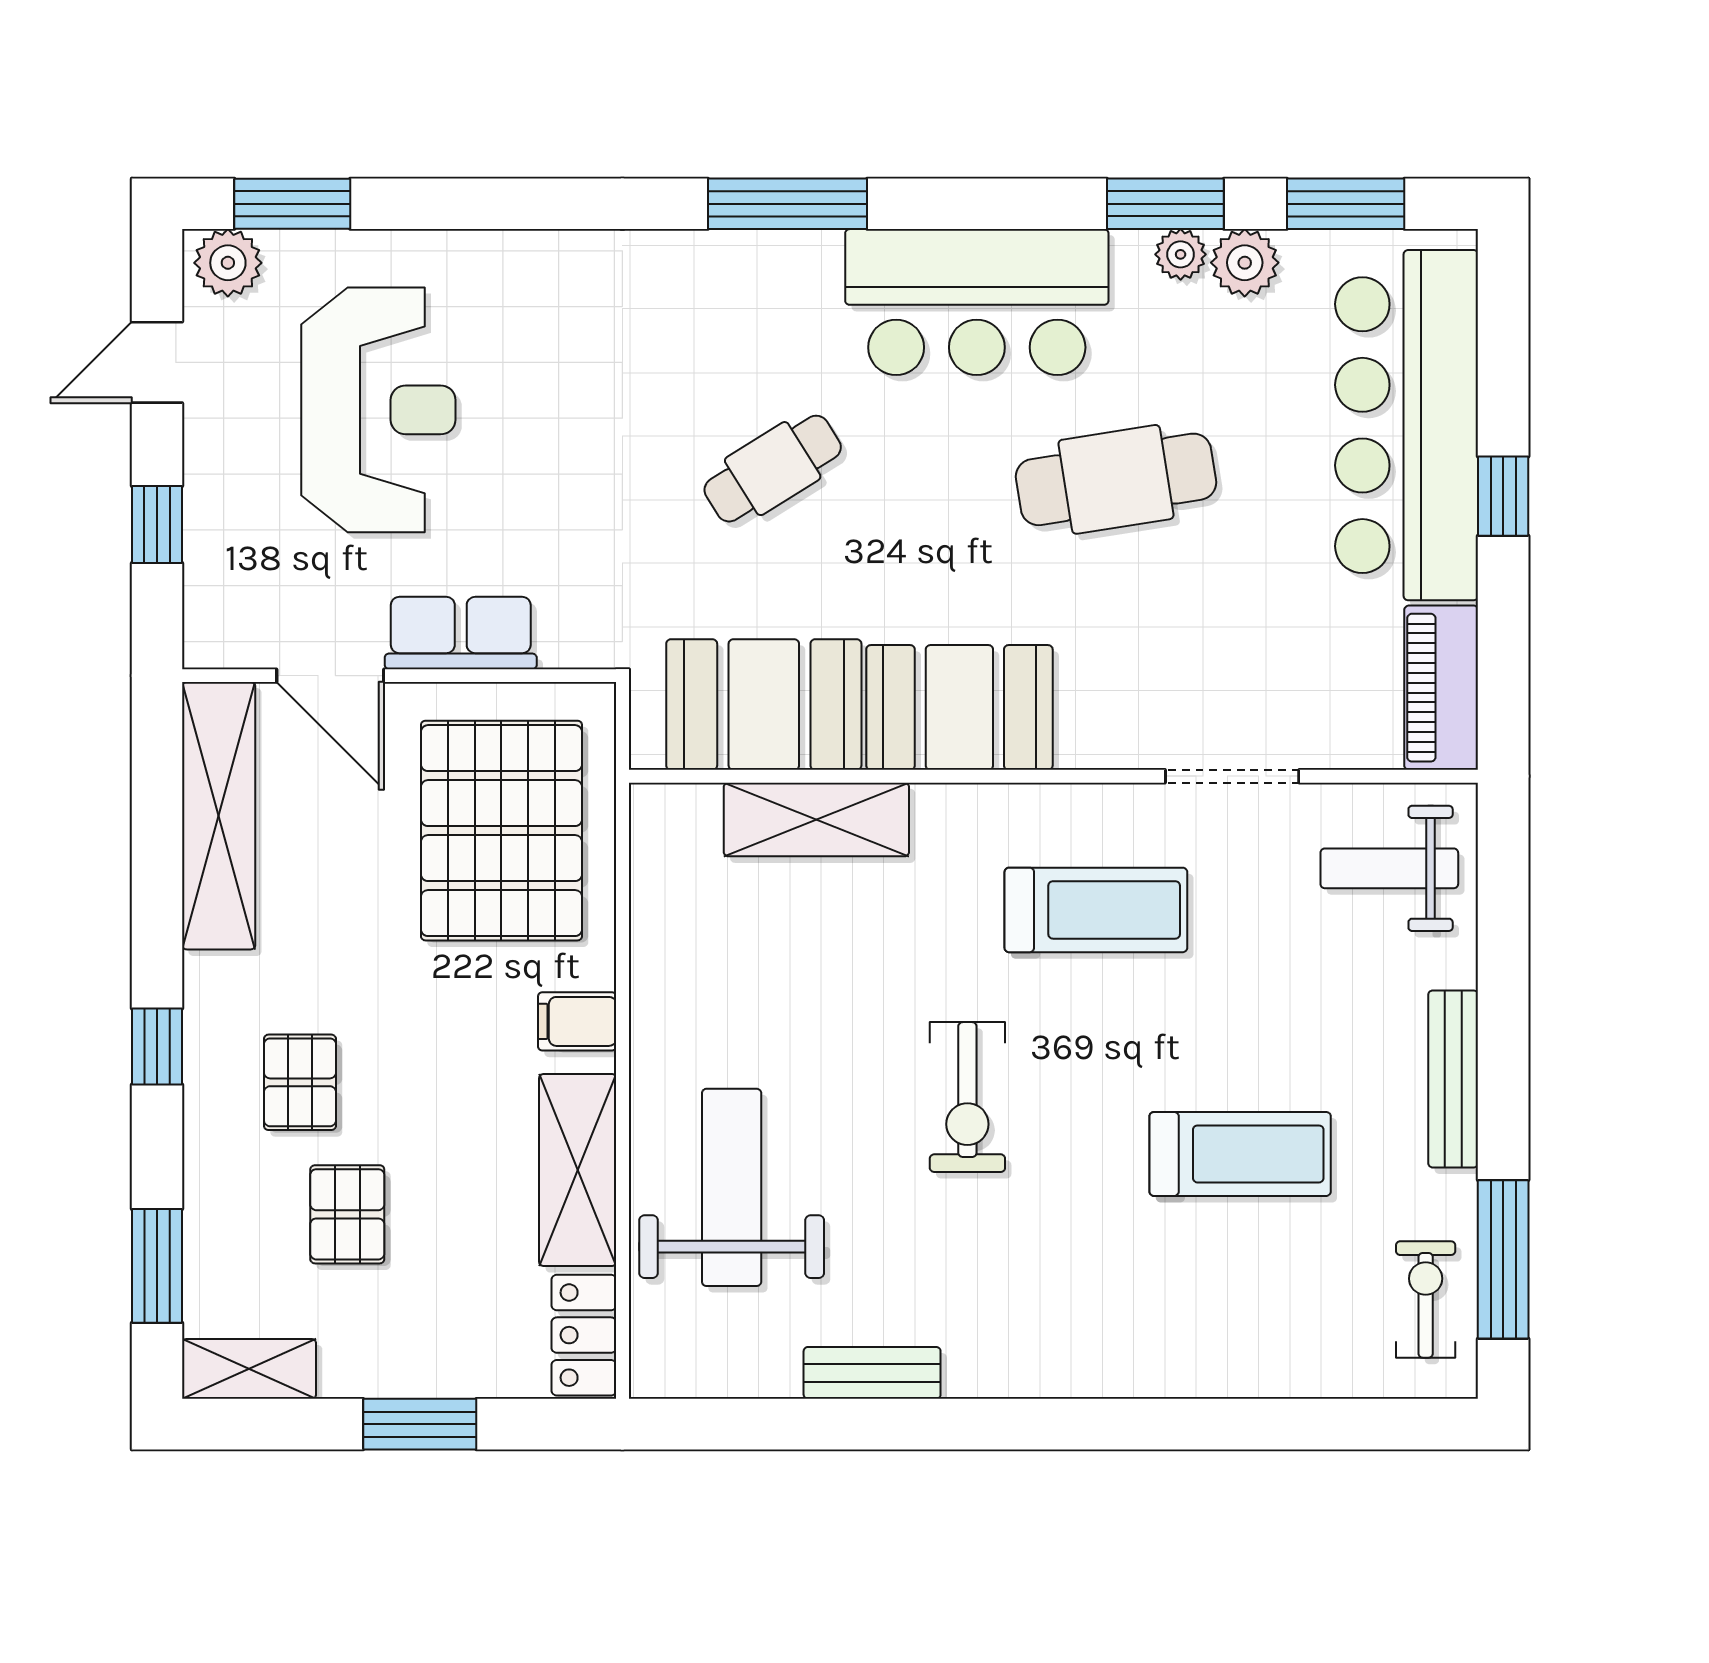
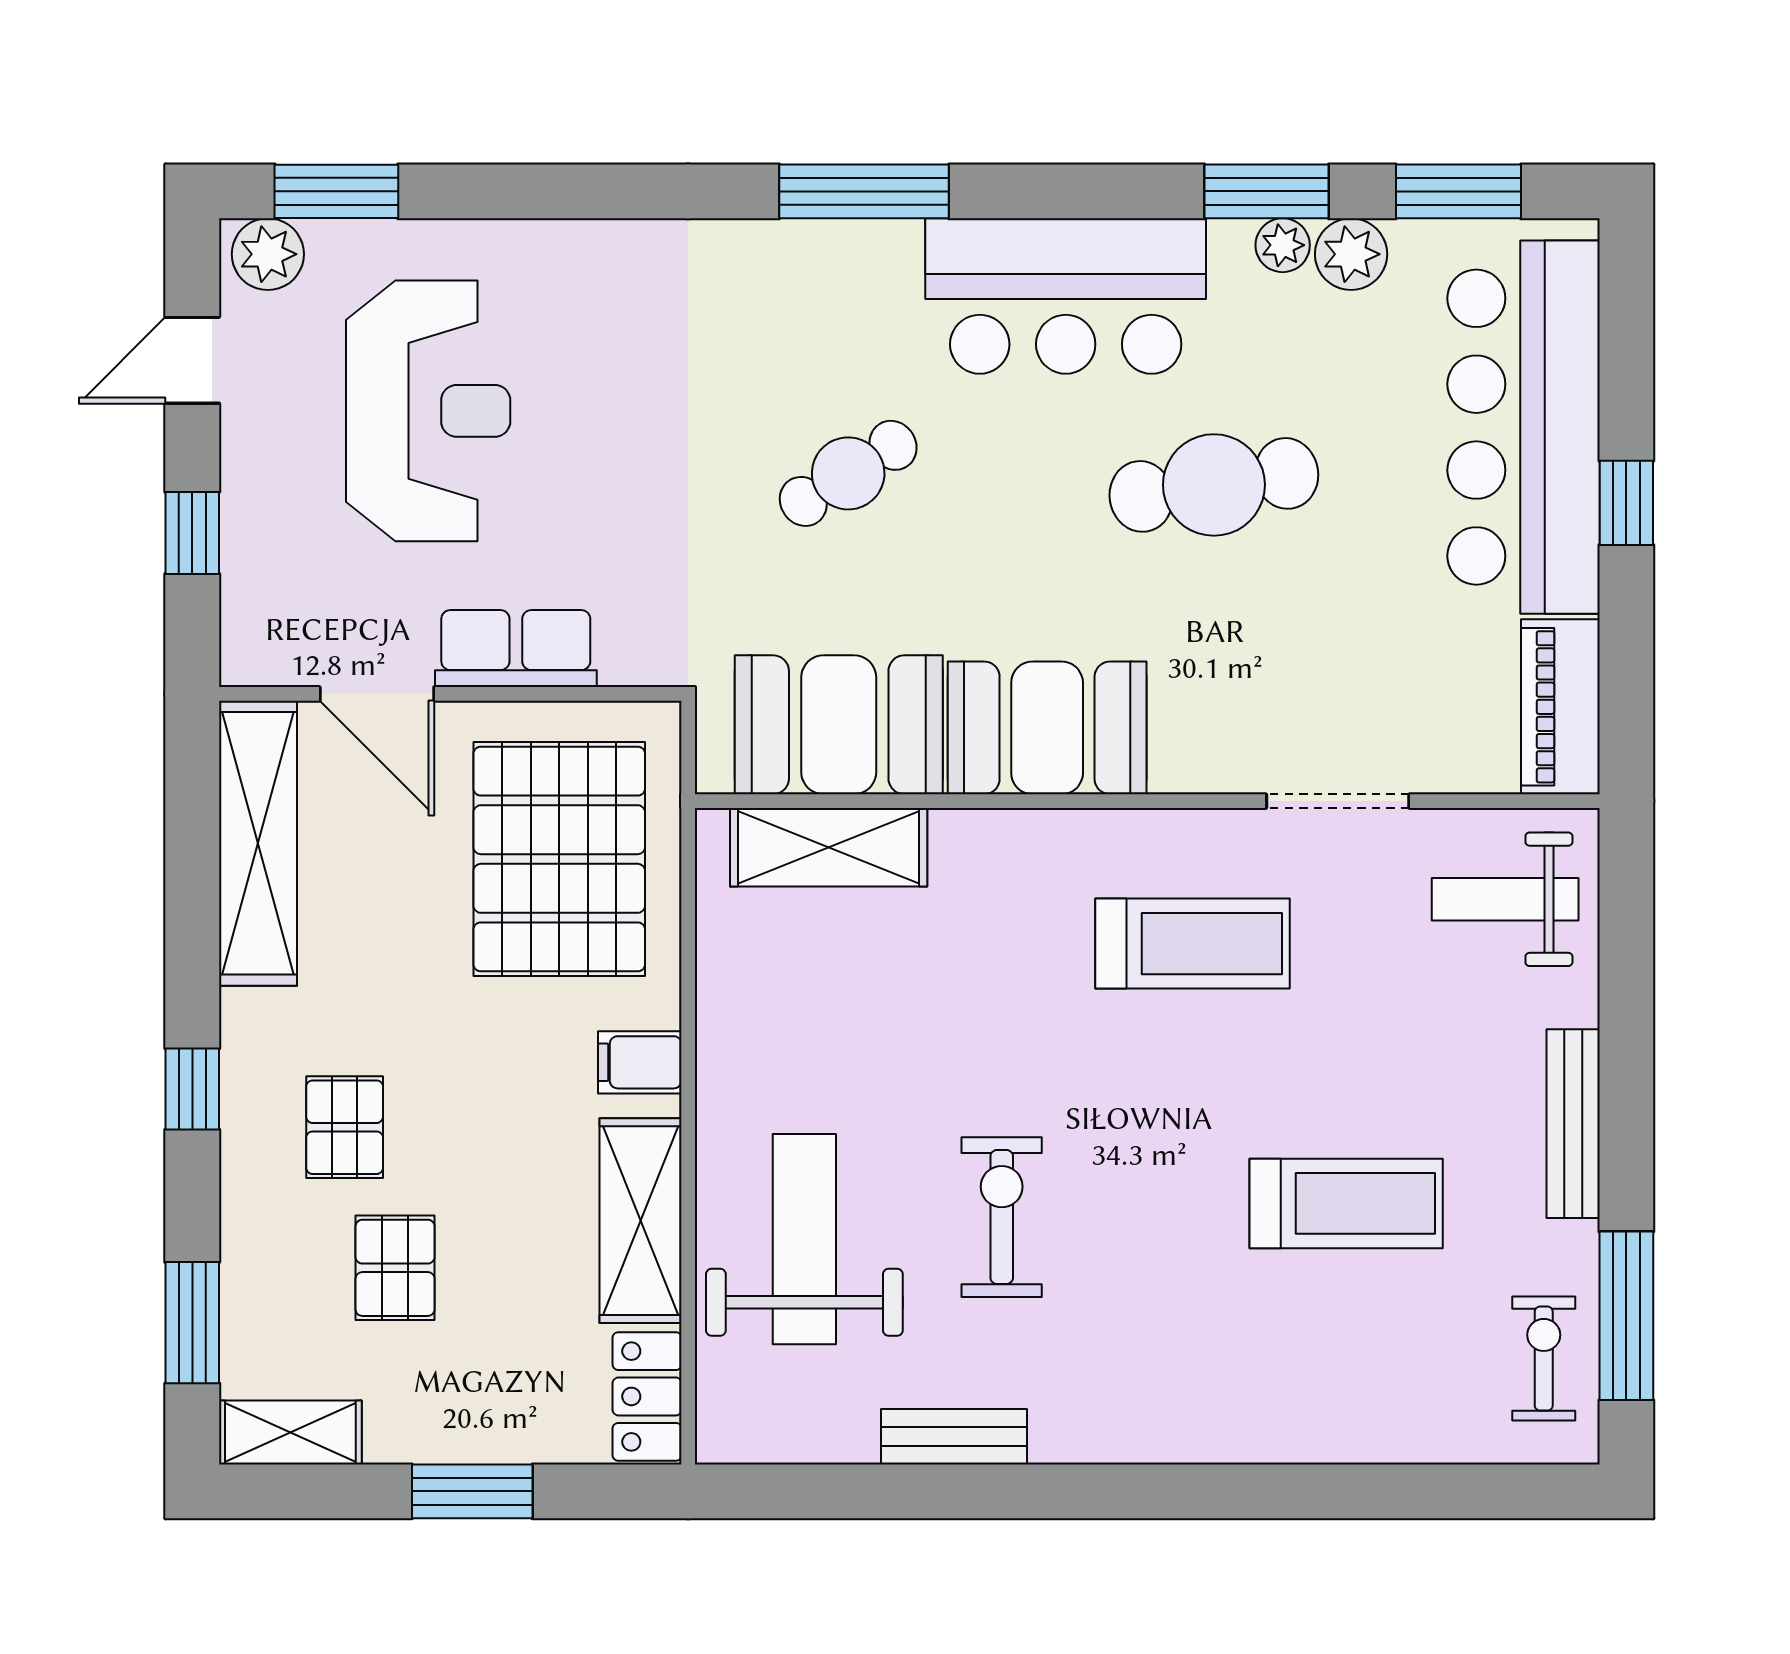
shelving: (816, 820) -> (829, 847), moved
exercise bike: (967, 1097) -> (1002, 1217), moved, turned 180

